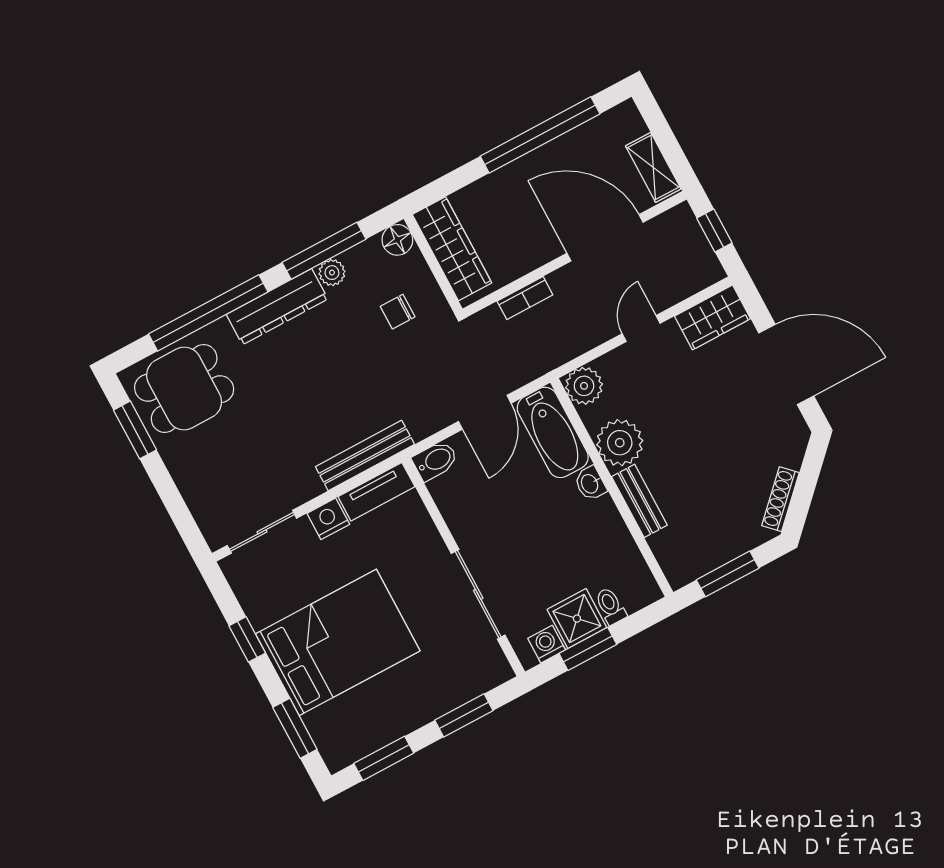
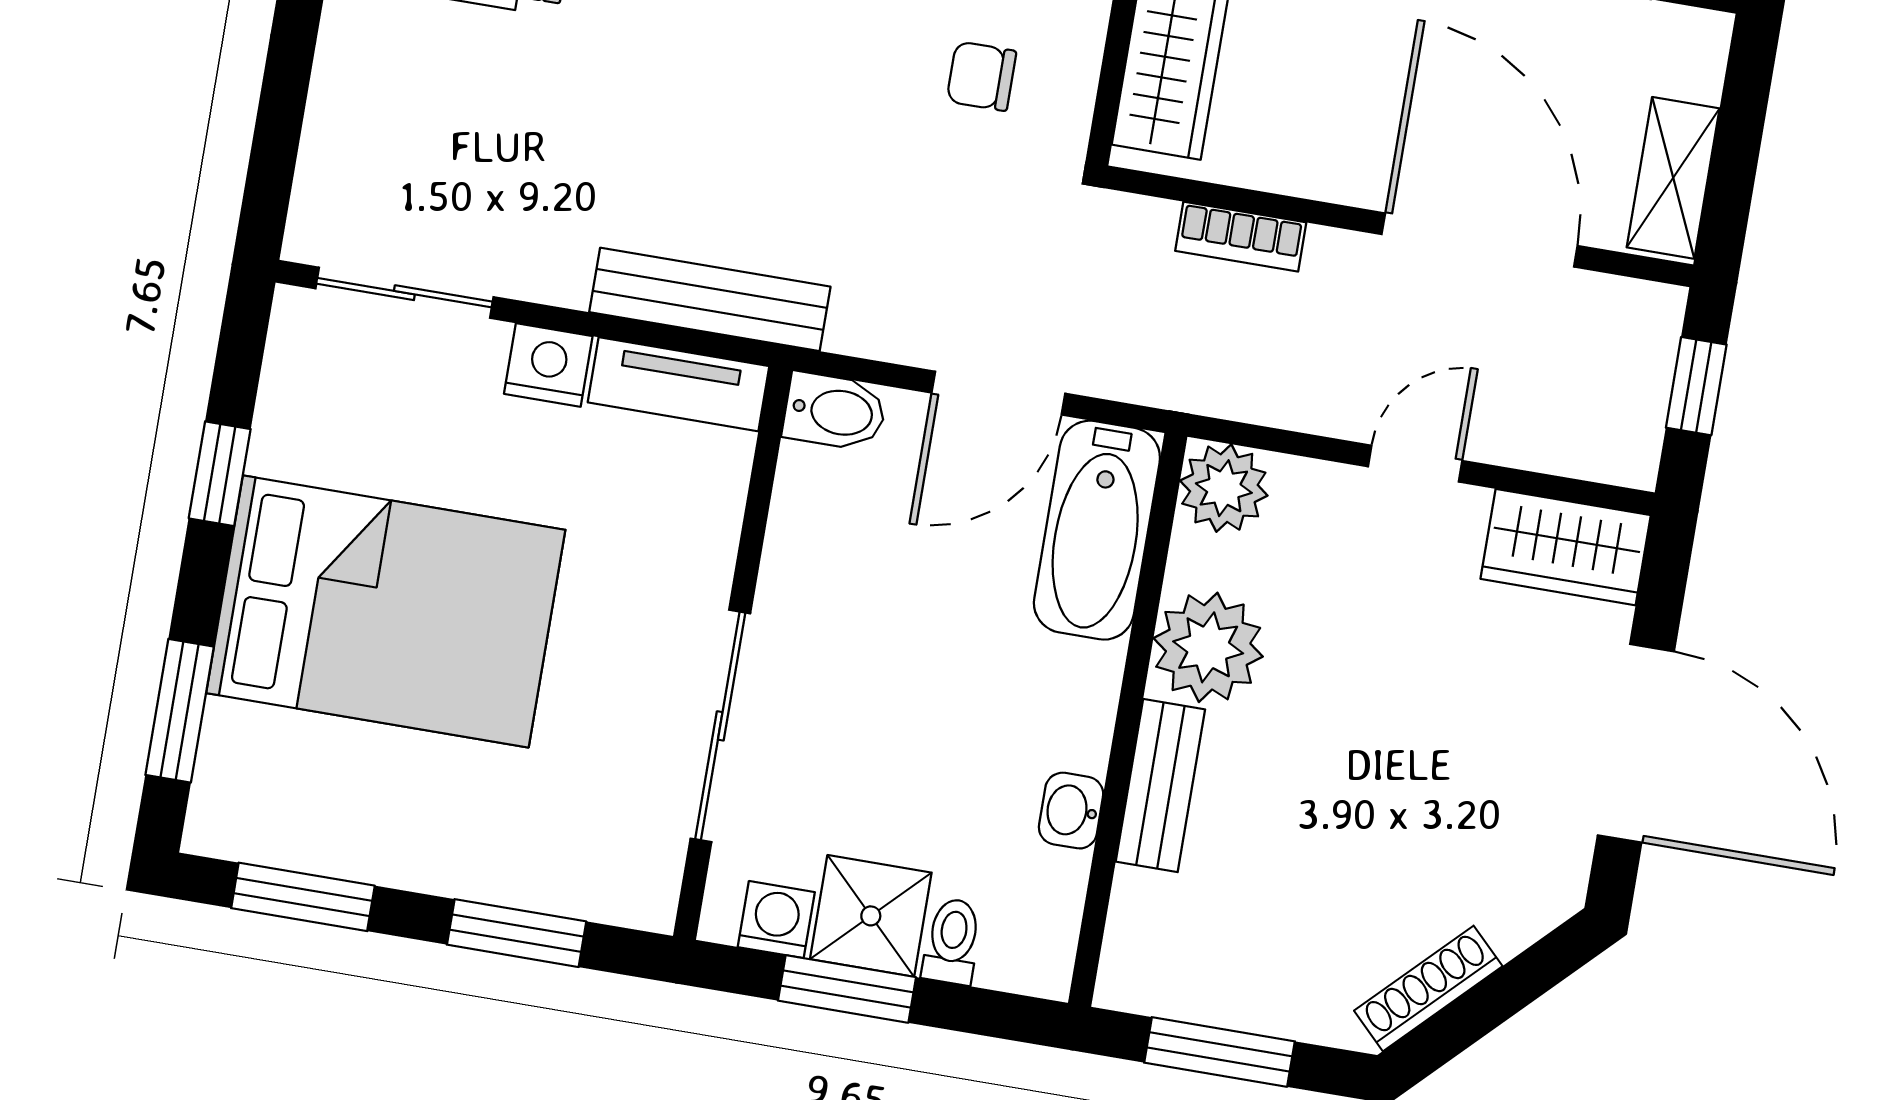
washbasin: (590, 484) -> (1071, 811), moved

